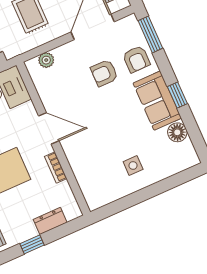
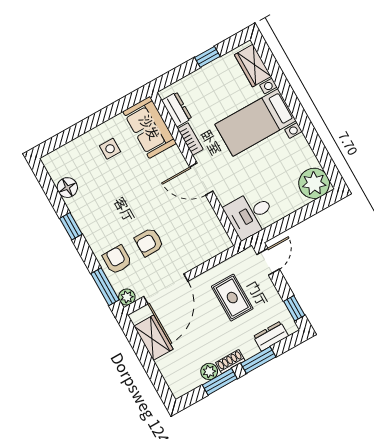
plant: (46, 60) -> (127, 297), moved
armchair: (104, 73) -> (149, 242), turned 180
sofa: (157, 101) -> (150, 127), moved, turned 180
dresser: (50, 221) -> (177, 109), moved, turned -90

